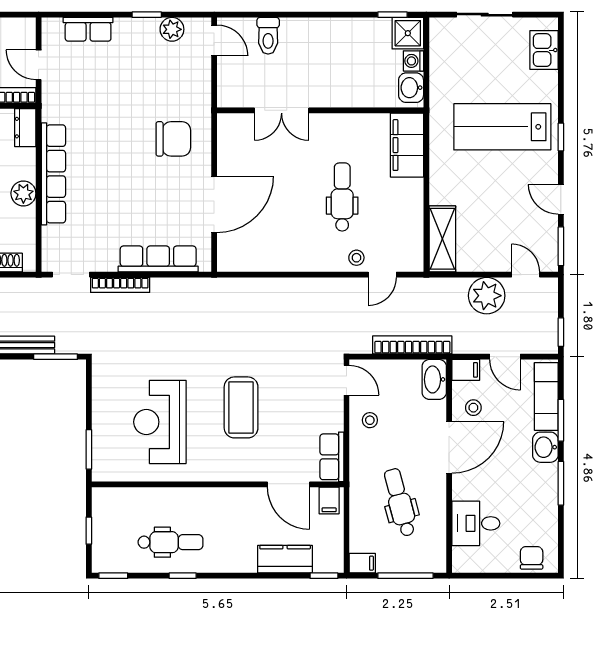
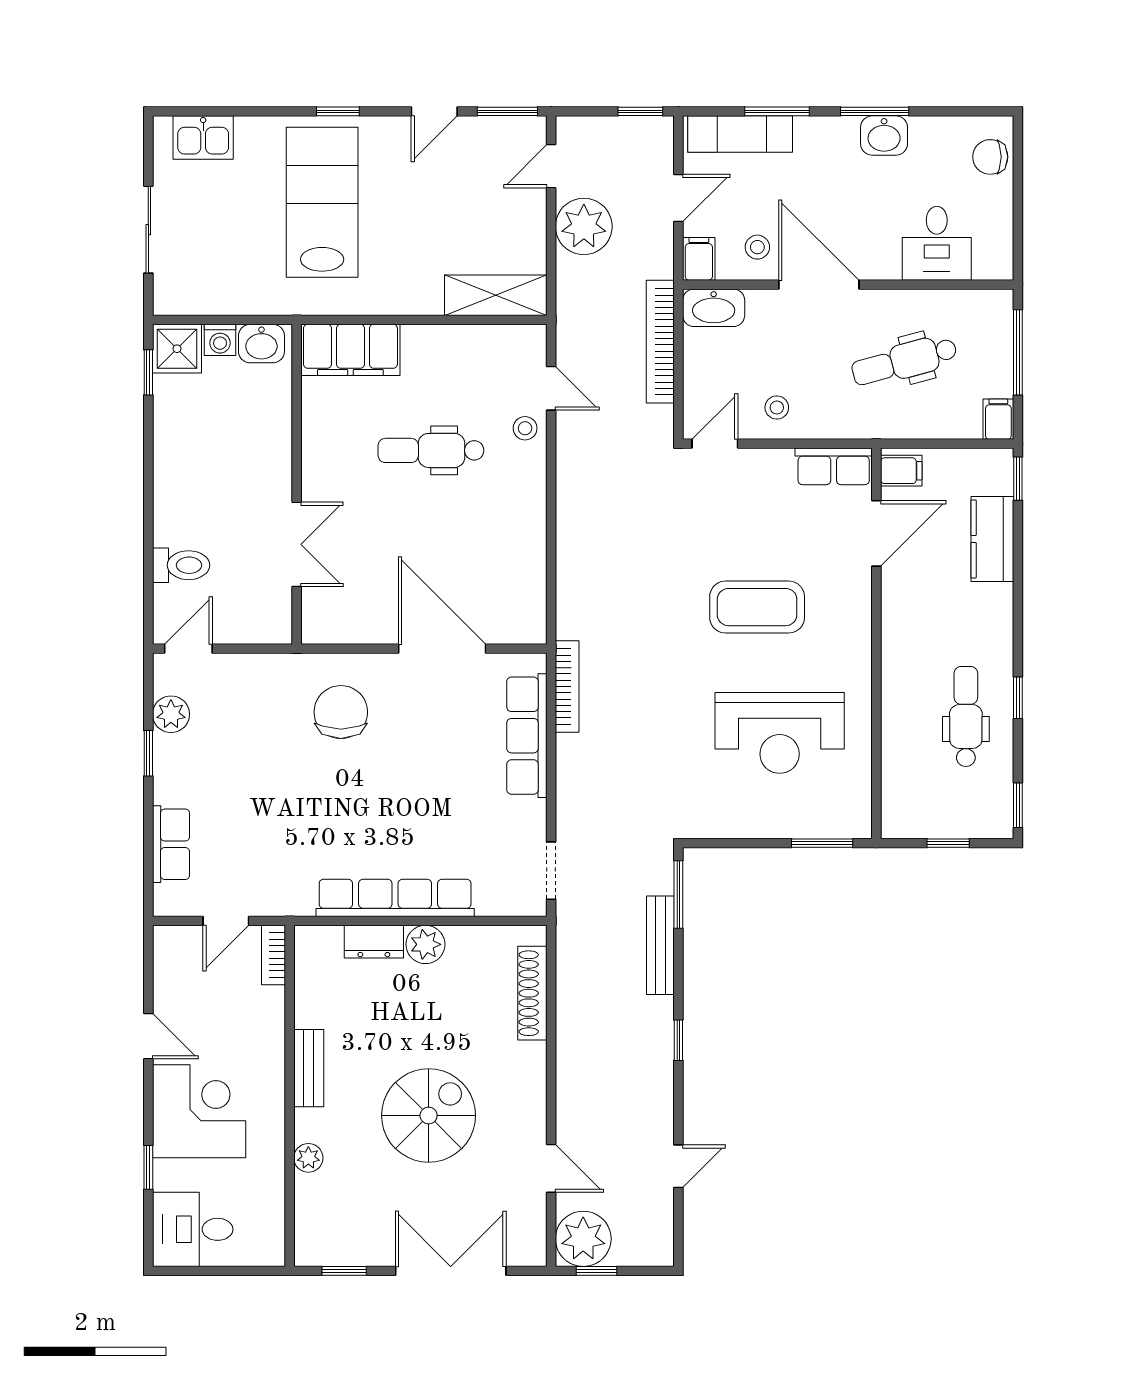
lab bench: (502, 127) -> (322, 202), turned 180
dresser: (25, 128) -> (374, 942), moved
bookcase: (120, 285) -> (567, 687), moved
washbasin: (545, 447) -> (884, 135), moved

